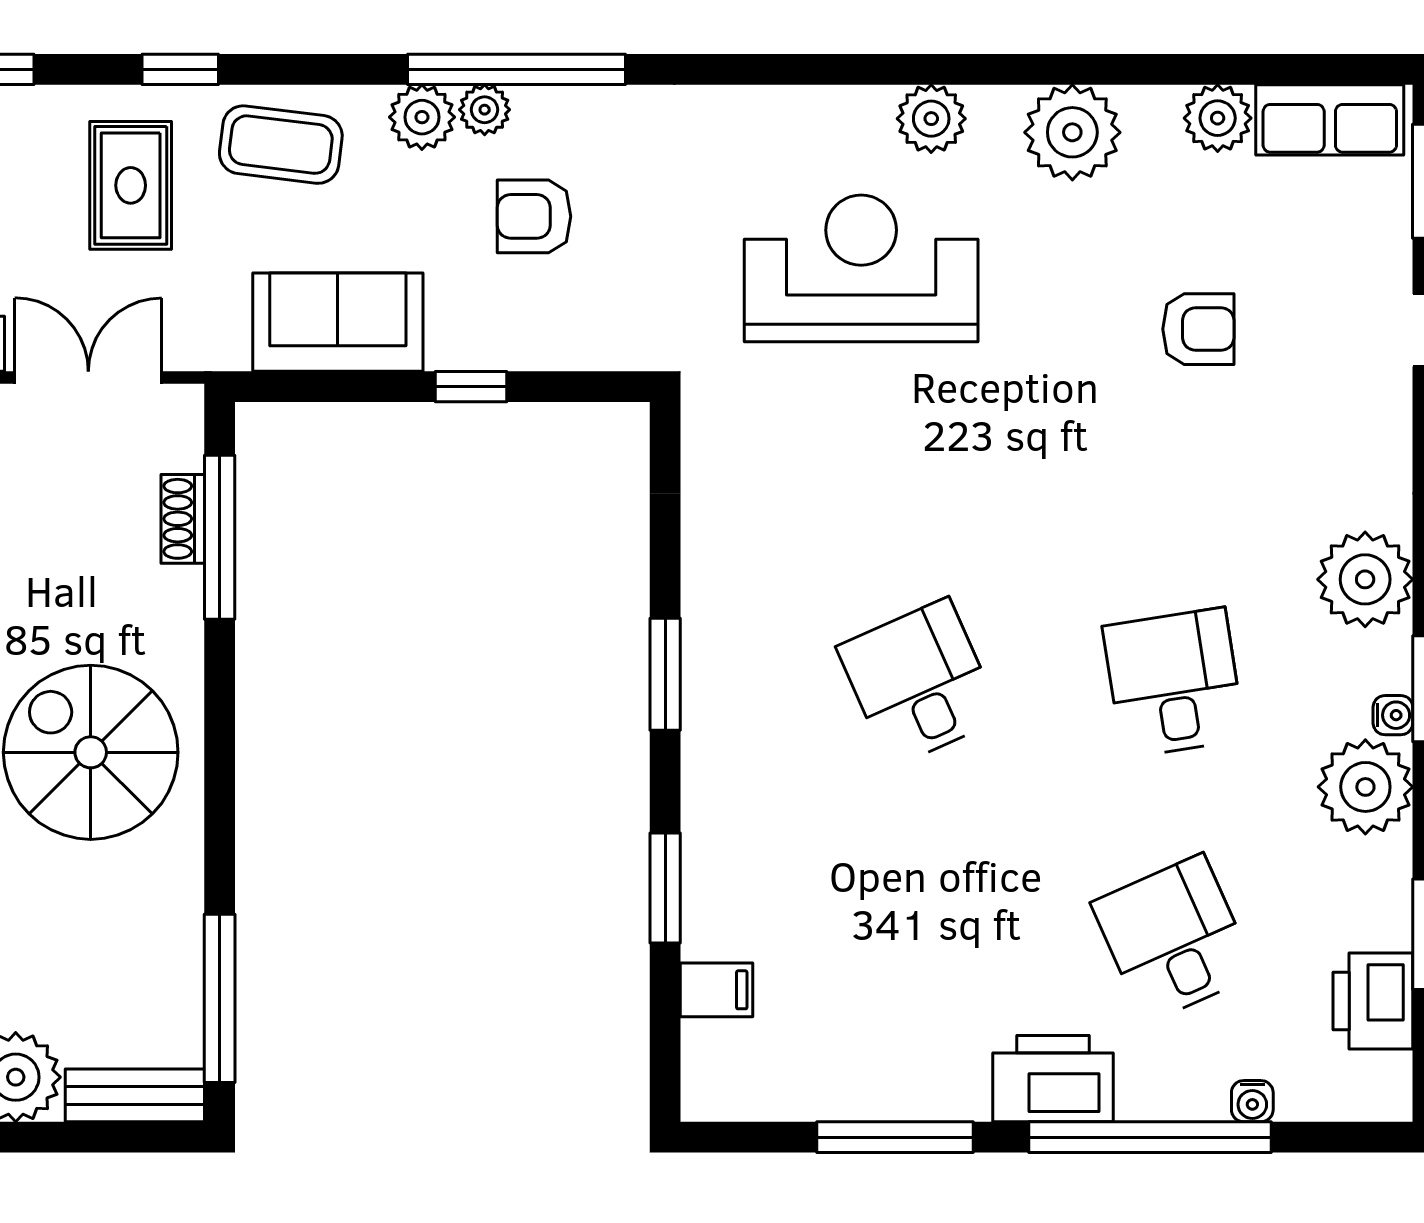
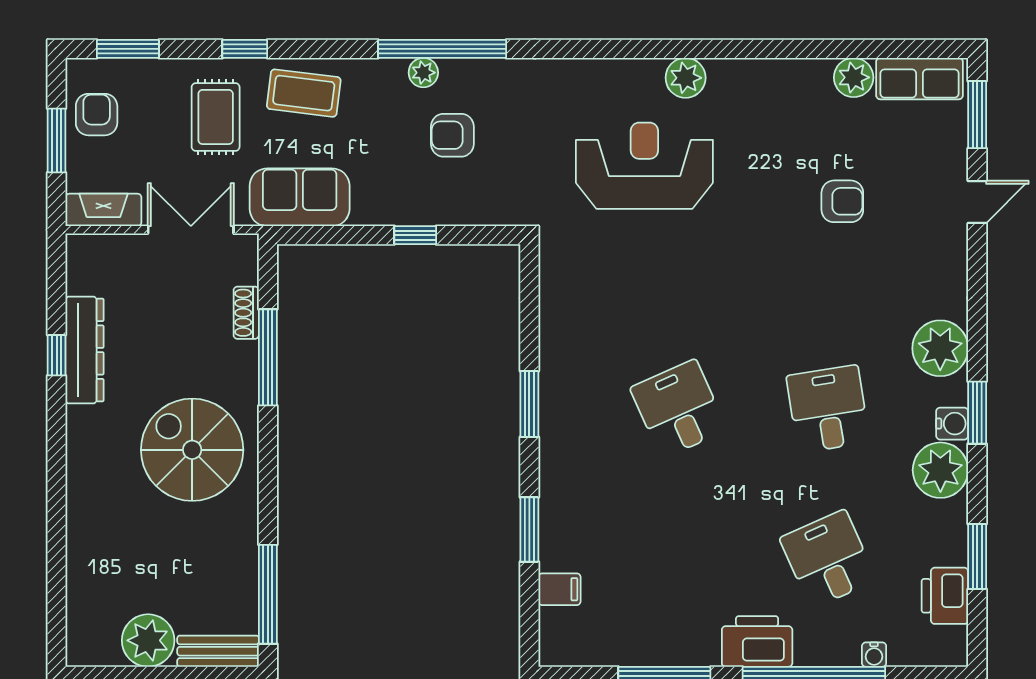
plant: (422, 117) -> (387, 77), removed
plant: (1072, 132) -> (768, 86), removed
sofa: (338, 322) -> (300, 197), moved
window: (220, 537) -> (268, 357), moved
water cooler: (1393, 715) -> (952, 424), width x1.38, depth x1.38

